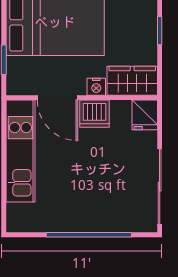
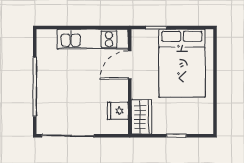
nightstand: (96, 87) -> (137, 92), removed
dishwasher: (95, 114) -> (119, 91), removed
fridge: (145, 115) -> (118, 111), moved

